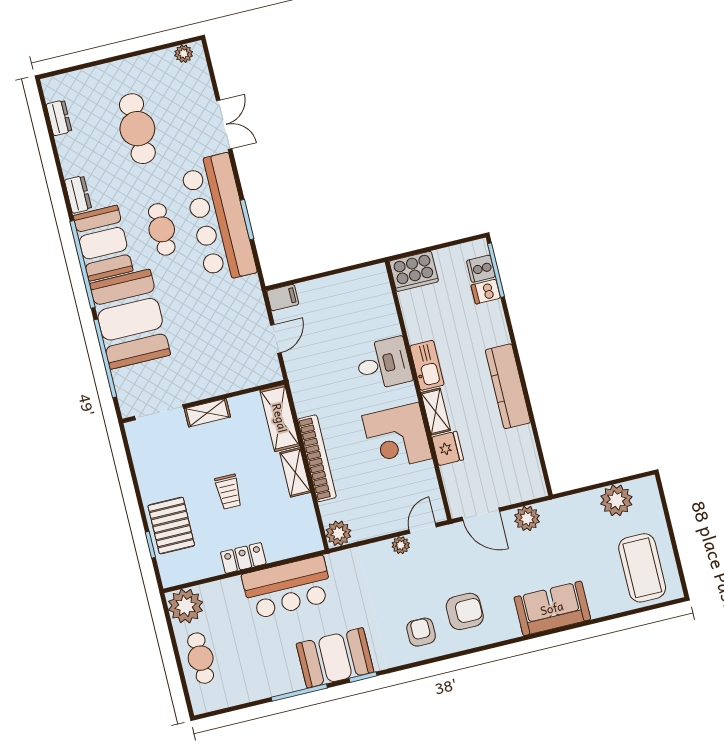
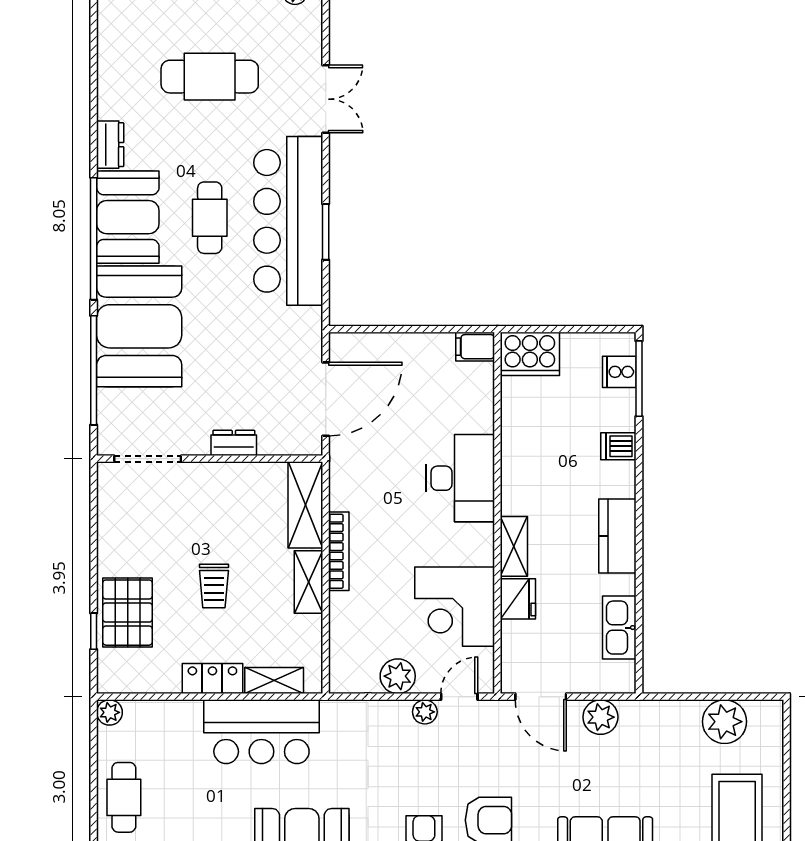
dresser: (59, 118) -> (234, 443), moved, turned -90
cafe table: (137, 129) -> (210, 77), turned 90
dishwasher: (486, 292) -> (618, 446), moved
filing cabinet: (283, 298) -> (475, 347), moved, turned 180
door: (276, 339) -> (326, 399), width x1.87
desk: (383, 364) -> (460, 478), width x1.37
kitchen sink: (427, 365) -> (619, 628), moved, turned 180
kitchen counter: (508, 386) -> (617, 536), width x0.67
shelving: (207, 413) -> (274, 681), moved
corner desk: (397, 437) -> (455, 607), moved
bookcase: (317, 458) -> (339, 551), width x0.68, depth x0.76
plant: (338, 533) -> (398, 676), moved
plant: (186, 606) -> (109, 712), width x0.53, depth x0.53

